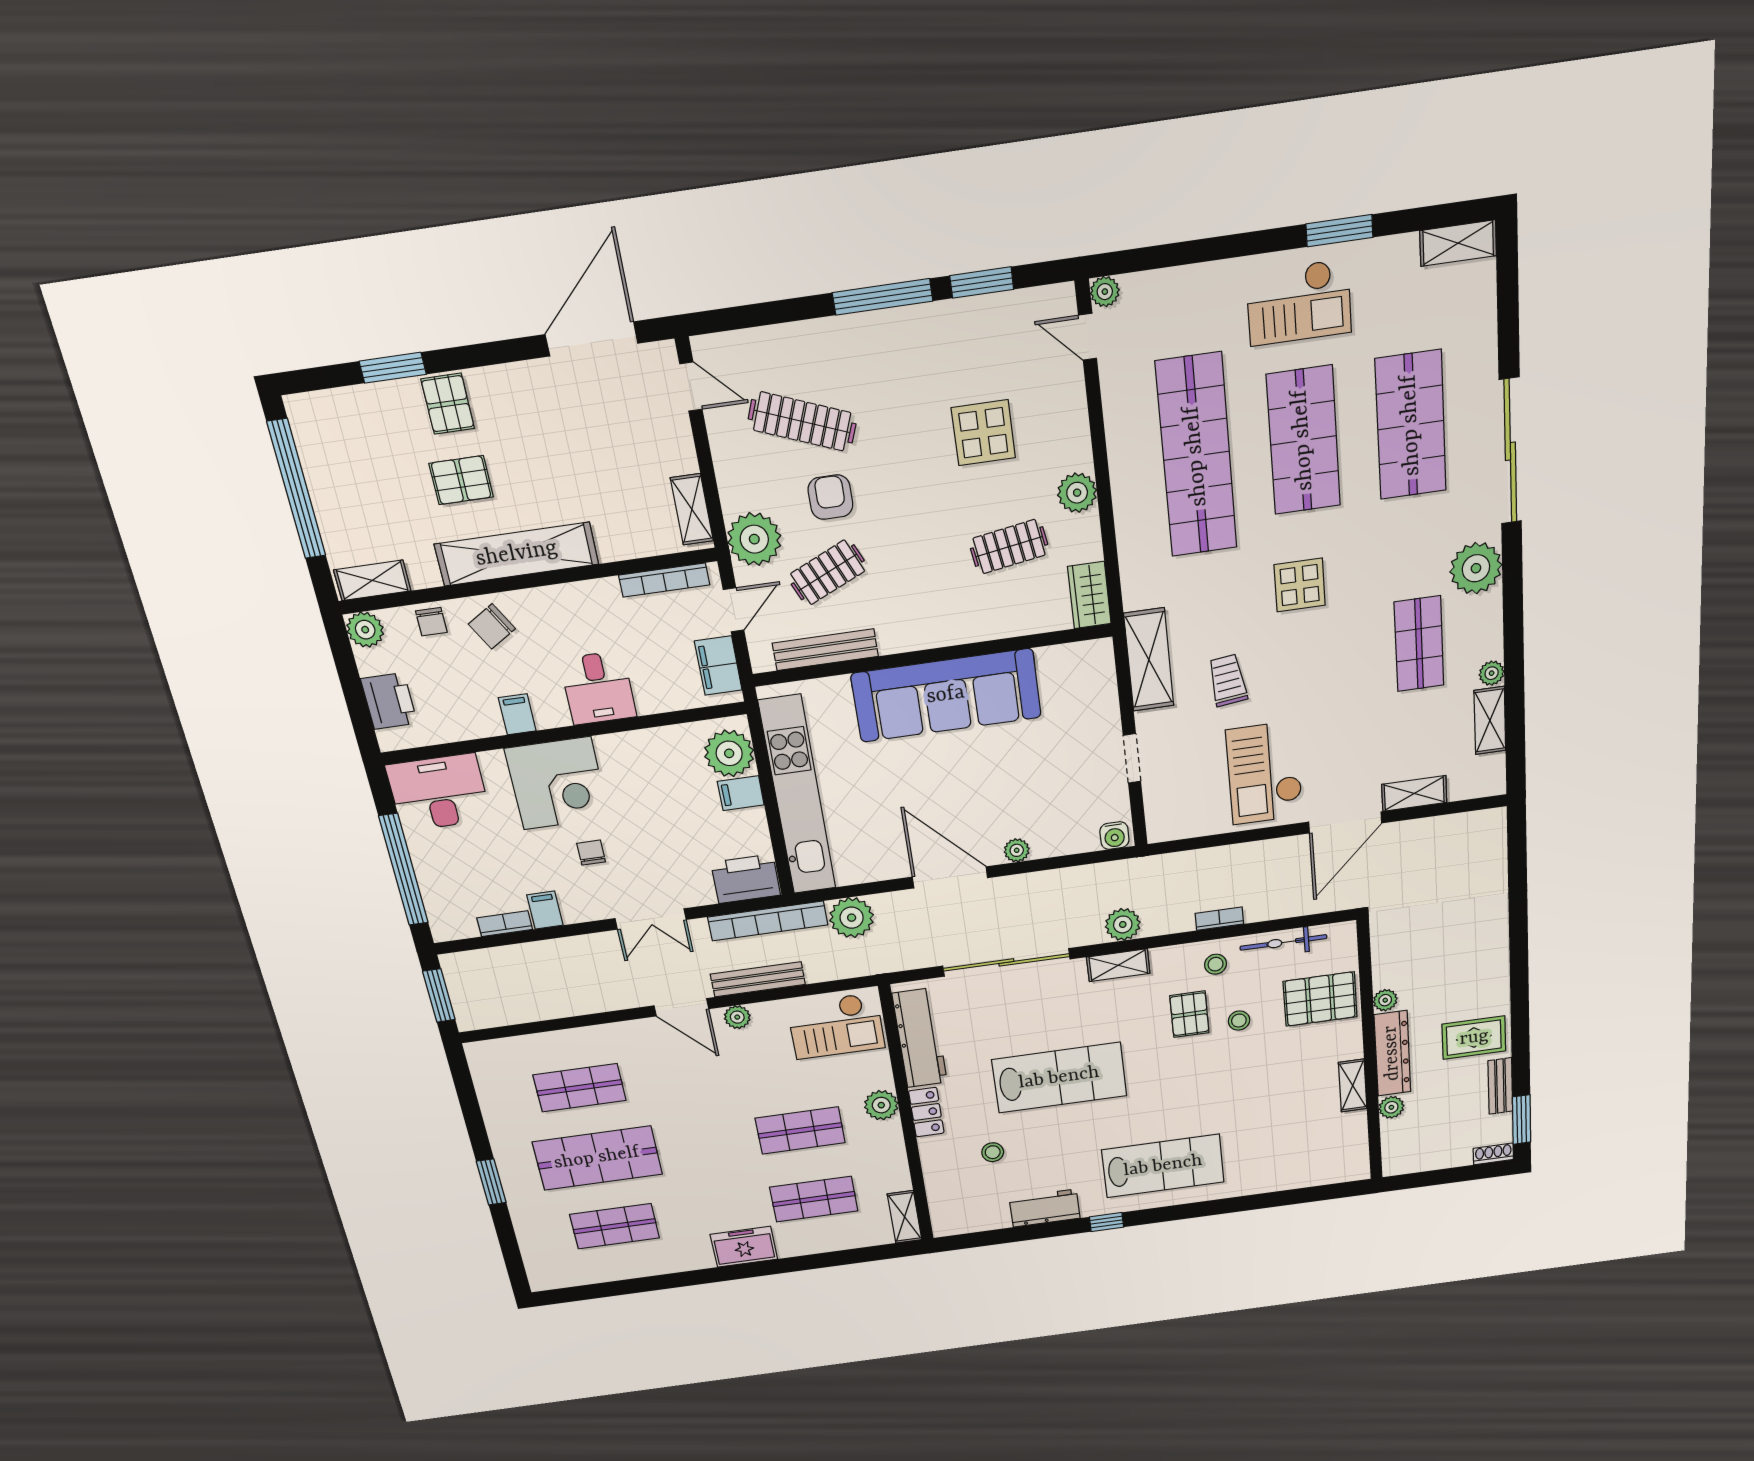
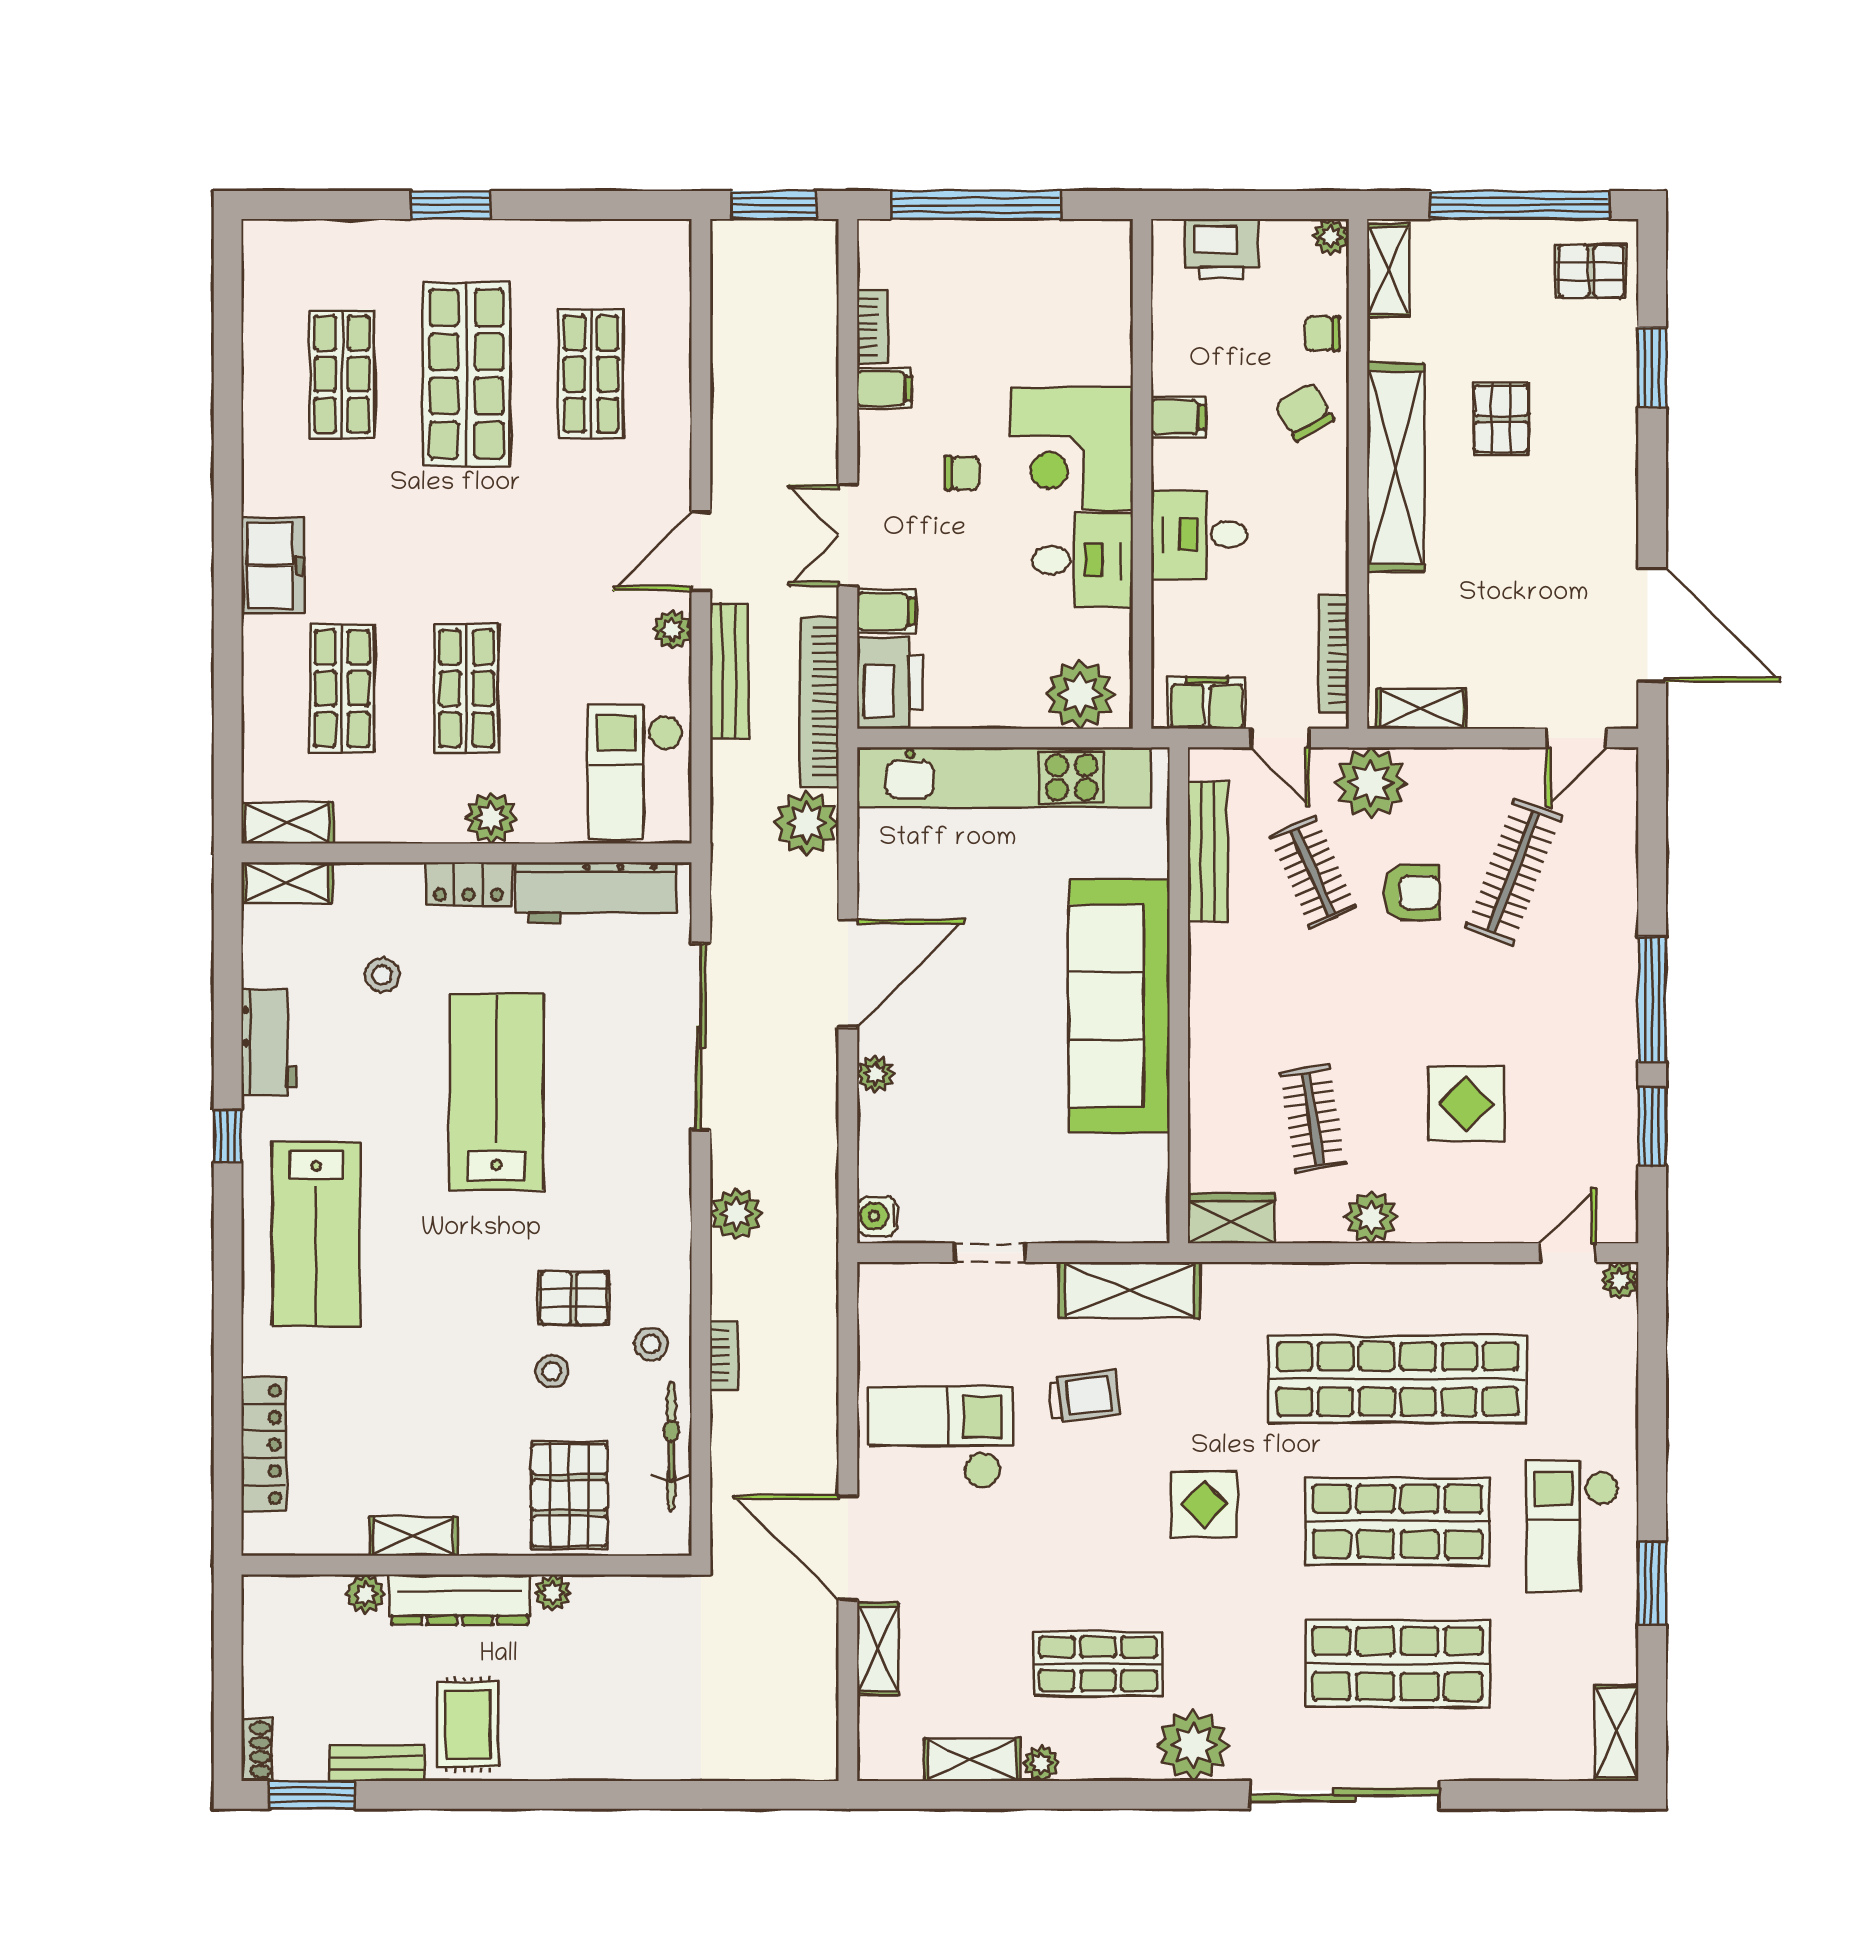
pallet: (448, 404) -> (1591, 271), moved
plant: (365, 630) -> (1331, 237), width x0.73, depth x0.73
desk: (439, 792) -> (1082, 560), moved, width x0.73
filing cabinet: (741, 793) -> (887, 611), moved, turned 90
shelving: (1118, 965) -> (287, 882), moved, turned 90
lab bench: (1059, 1078) -> (496, 1092), turned 180
locker: (1299, 1176) -> (264, 1444), added

